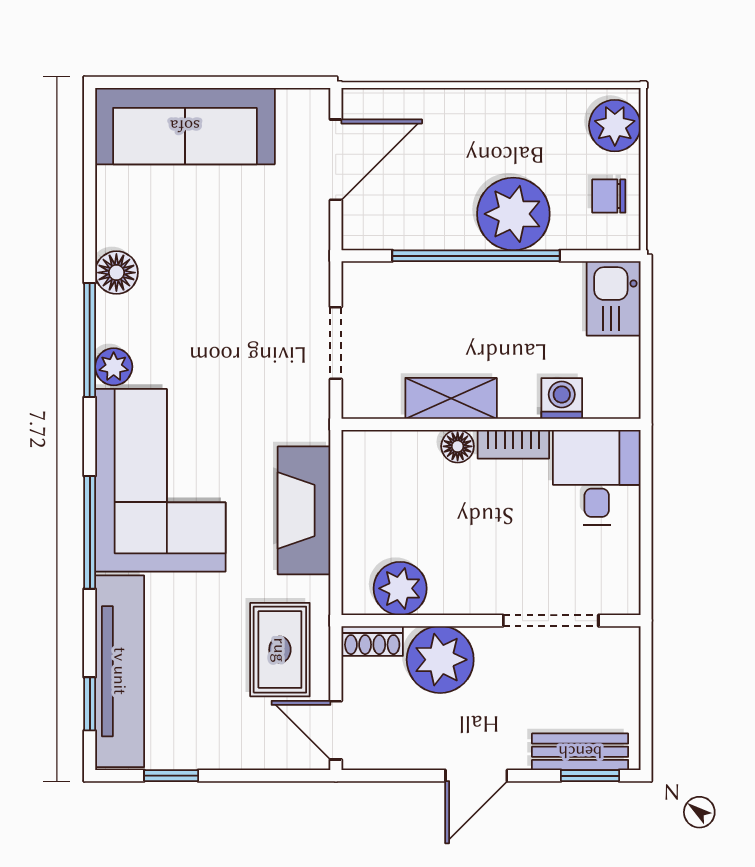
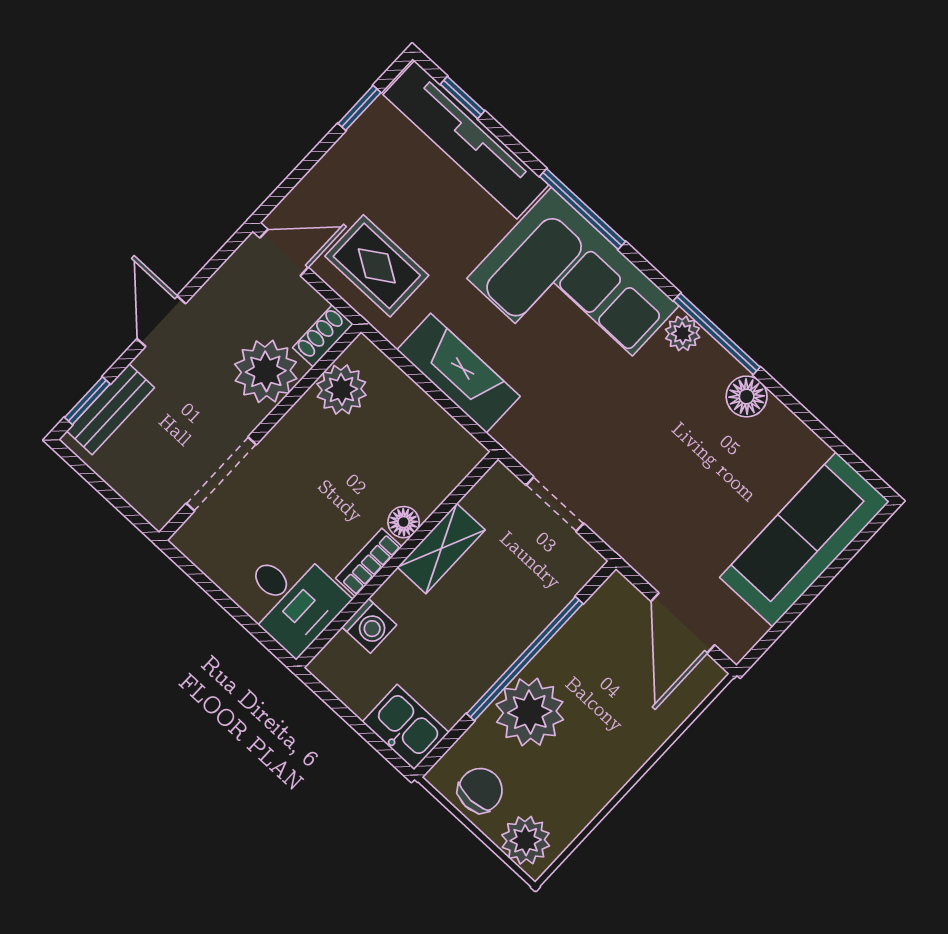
chair: (609, 196) -> (480, 790), width x1.37, depth x1.37

